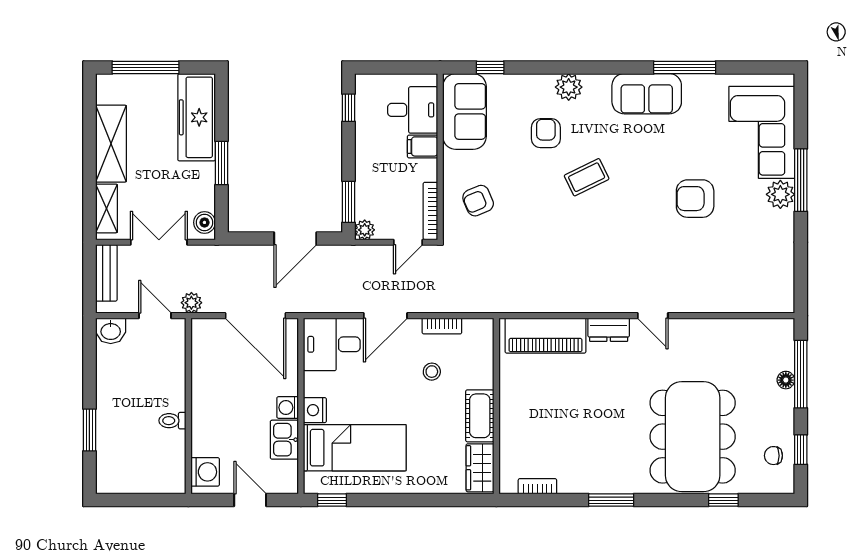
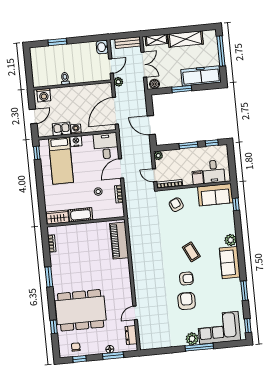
window: (685, 67) -> (244, 291), width x0.69
window: (763, 67) -> (248, 326), added
sofa: (647, 94) -> (230, 263), moved
armchair: (546, 133) -> (186, 279), moved
window: (349, 202) -> (188, 145), moved
door: (385, 316) -> (121, 168), hinge flipped
door: (653, 316) -> (135, 313), moved
dresser: (609, 330) -> (131, 335), moved
window: (801, 374) -> (113, 356), width x0.69

